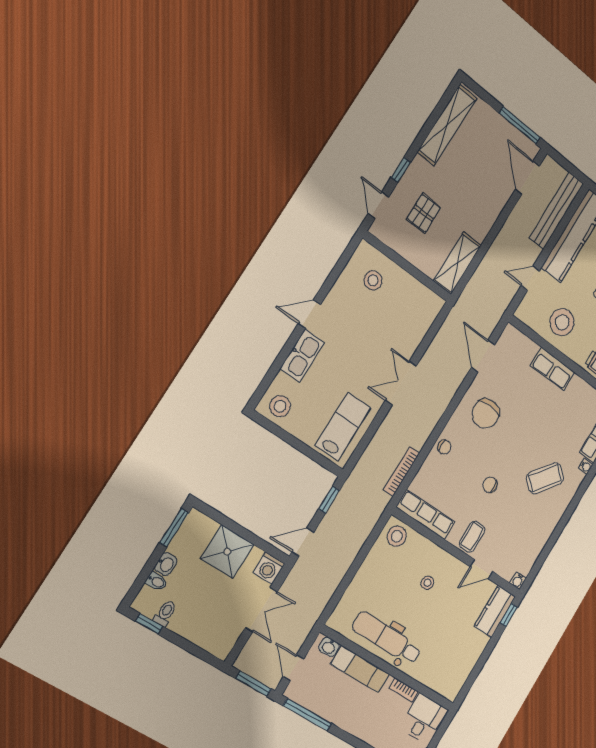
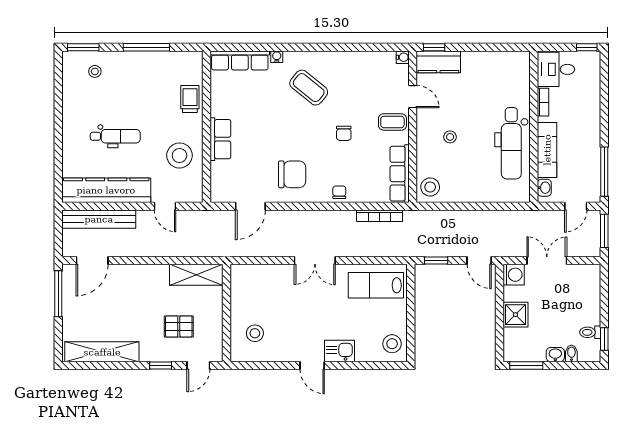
kitchen sink: (302, 356) -> (340, 351), width x0.73
shower: (227, 552) -> (515, 315), width x0.73, depth x0.73

